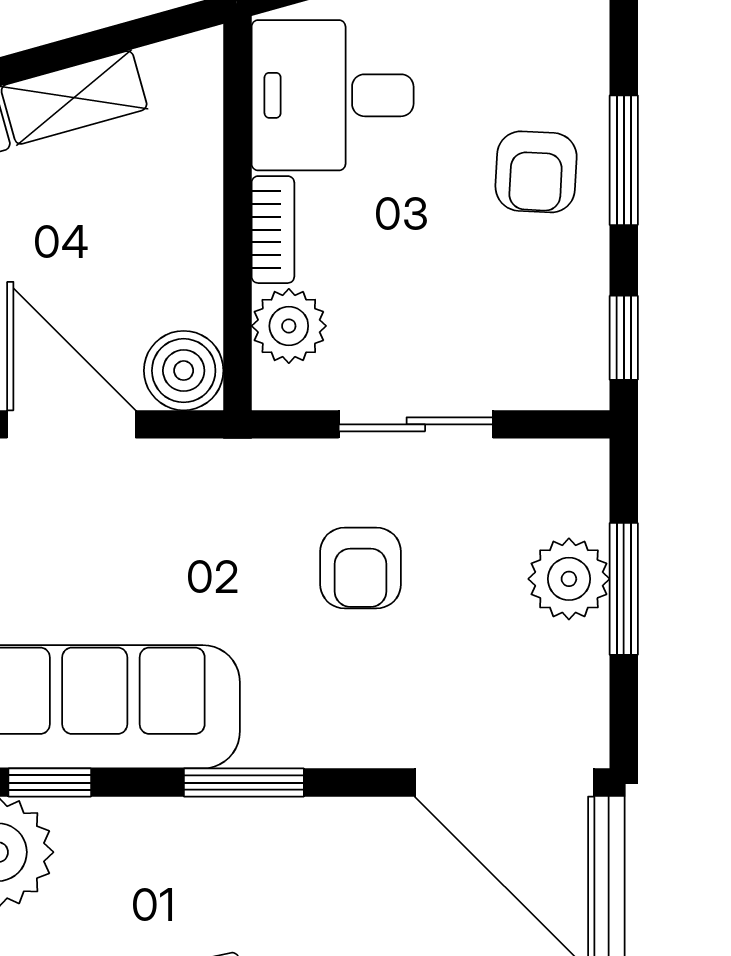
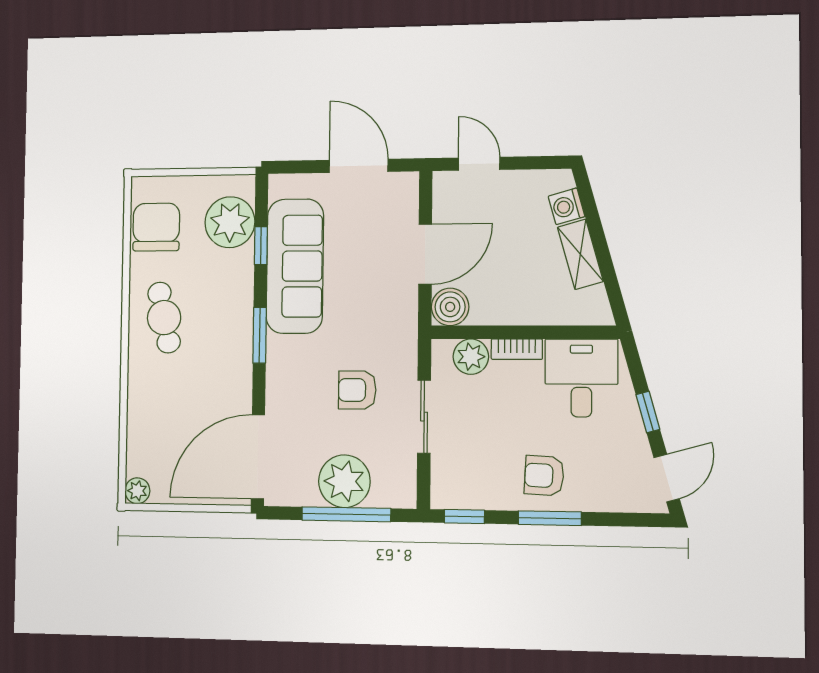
plant: (569, 579) -> (344, 481), width x1.36, depth x1.36
window: (624, 589) -> (346, 514), width x1.44

